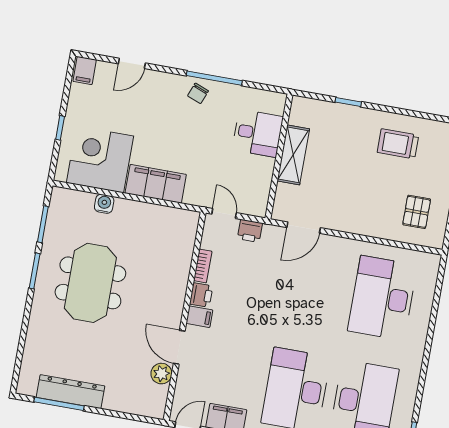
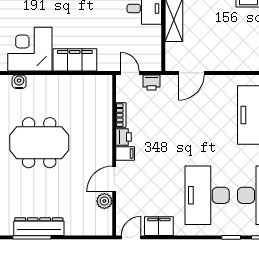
water cooler: (104, 204) -> (19, 82), moved
meeting table: (90, 283) -> (39, 143), turned 90
door: (179, 347) -> (114, 179), hinge flipped

